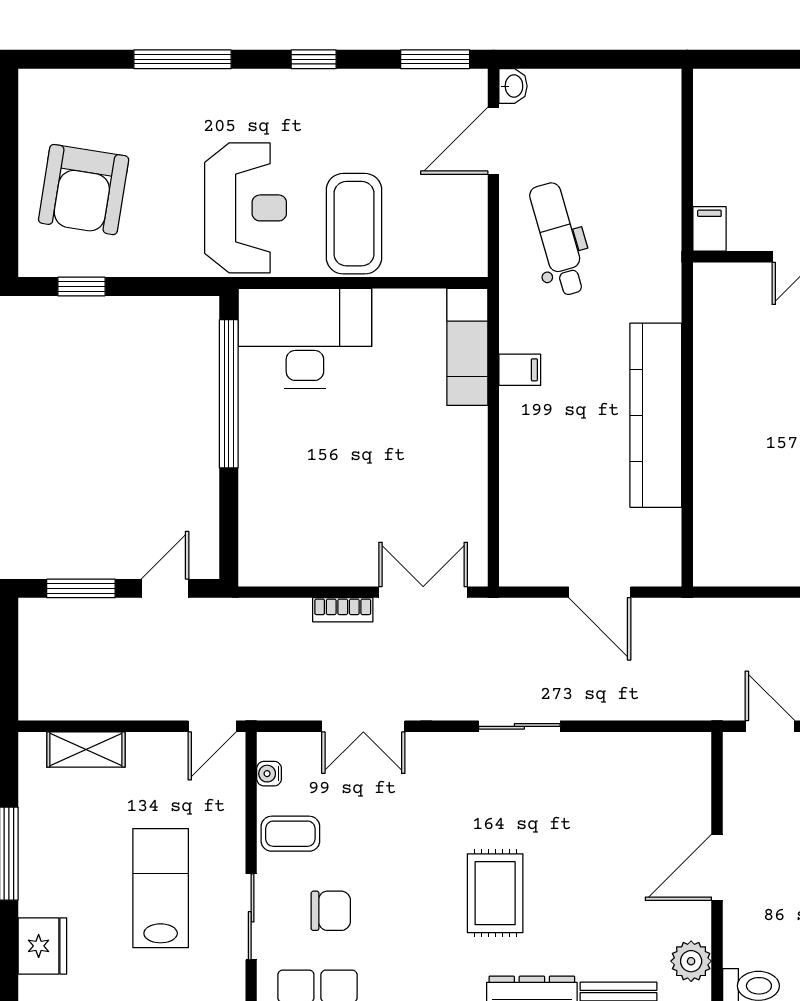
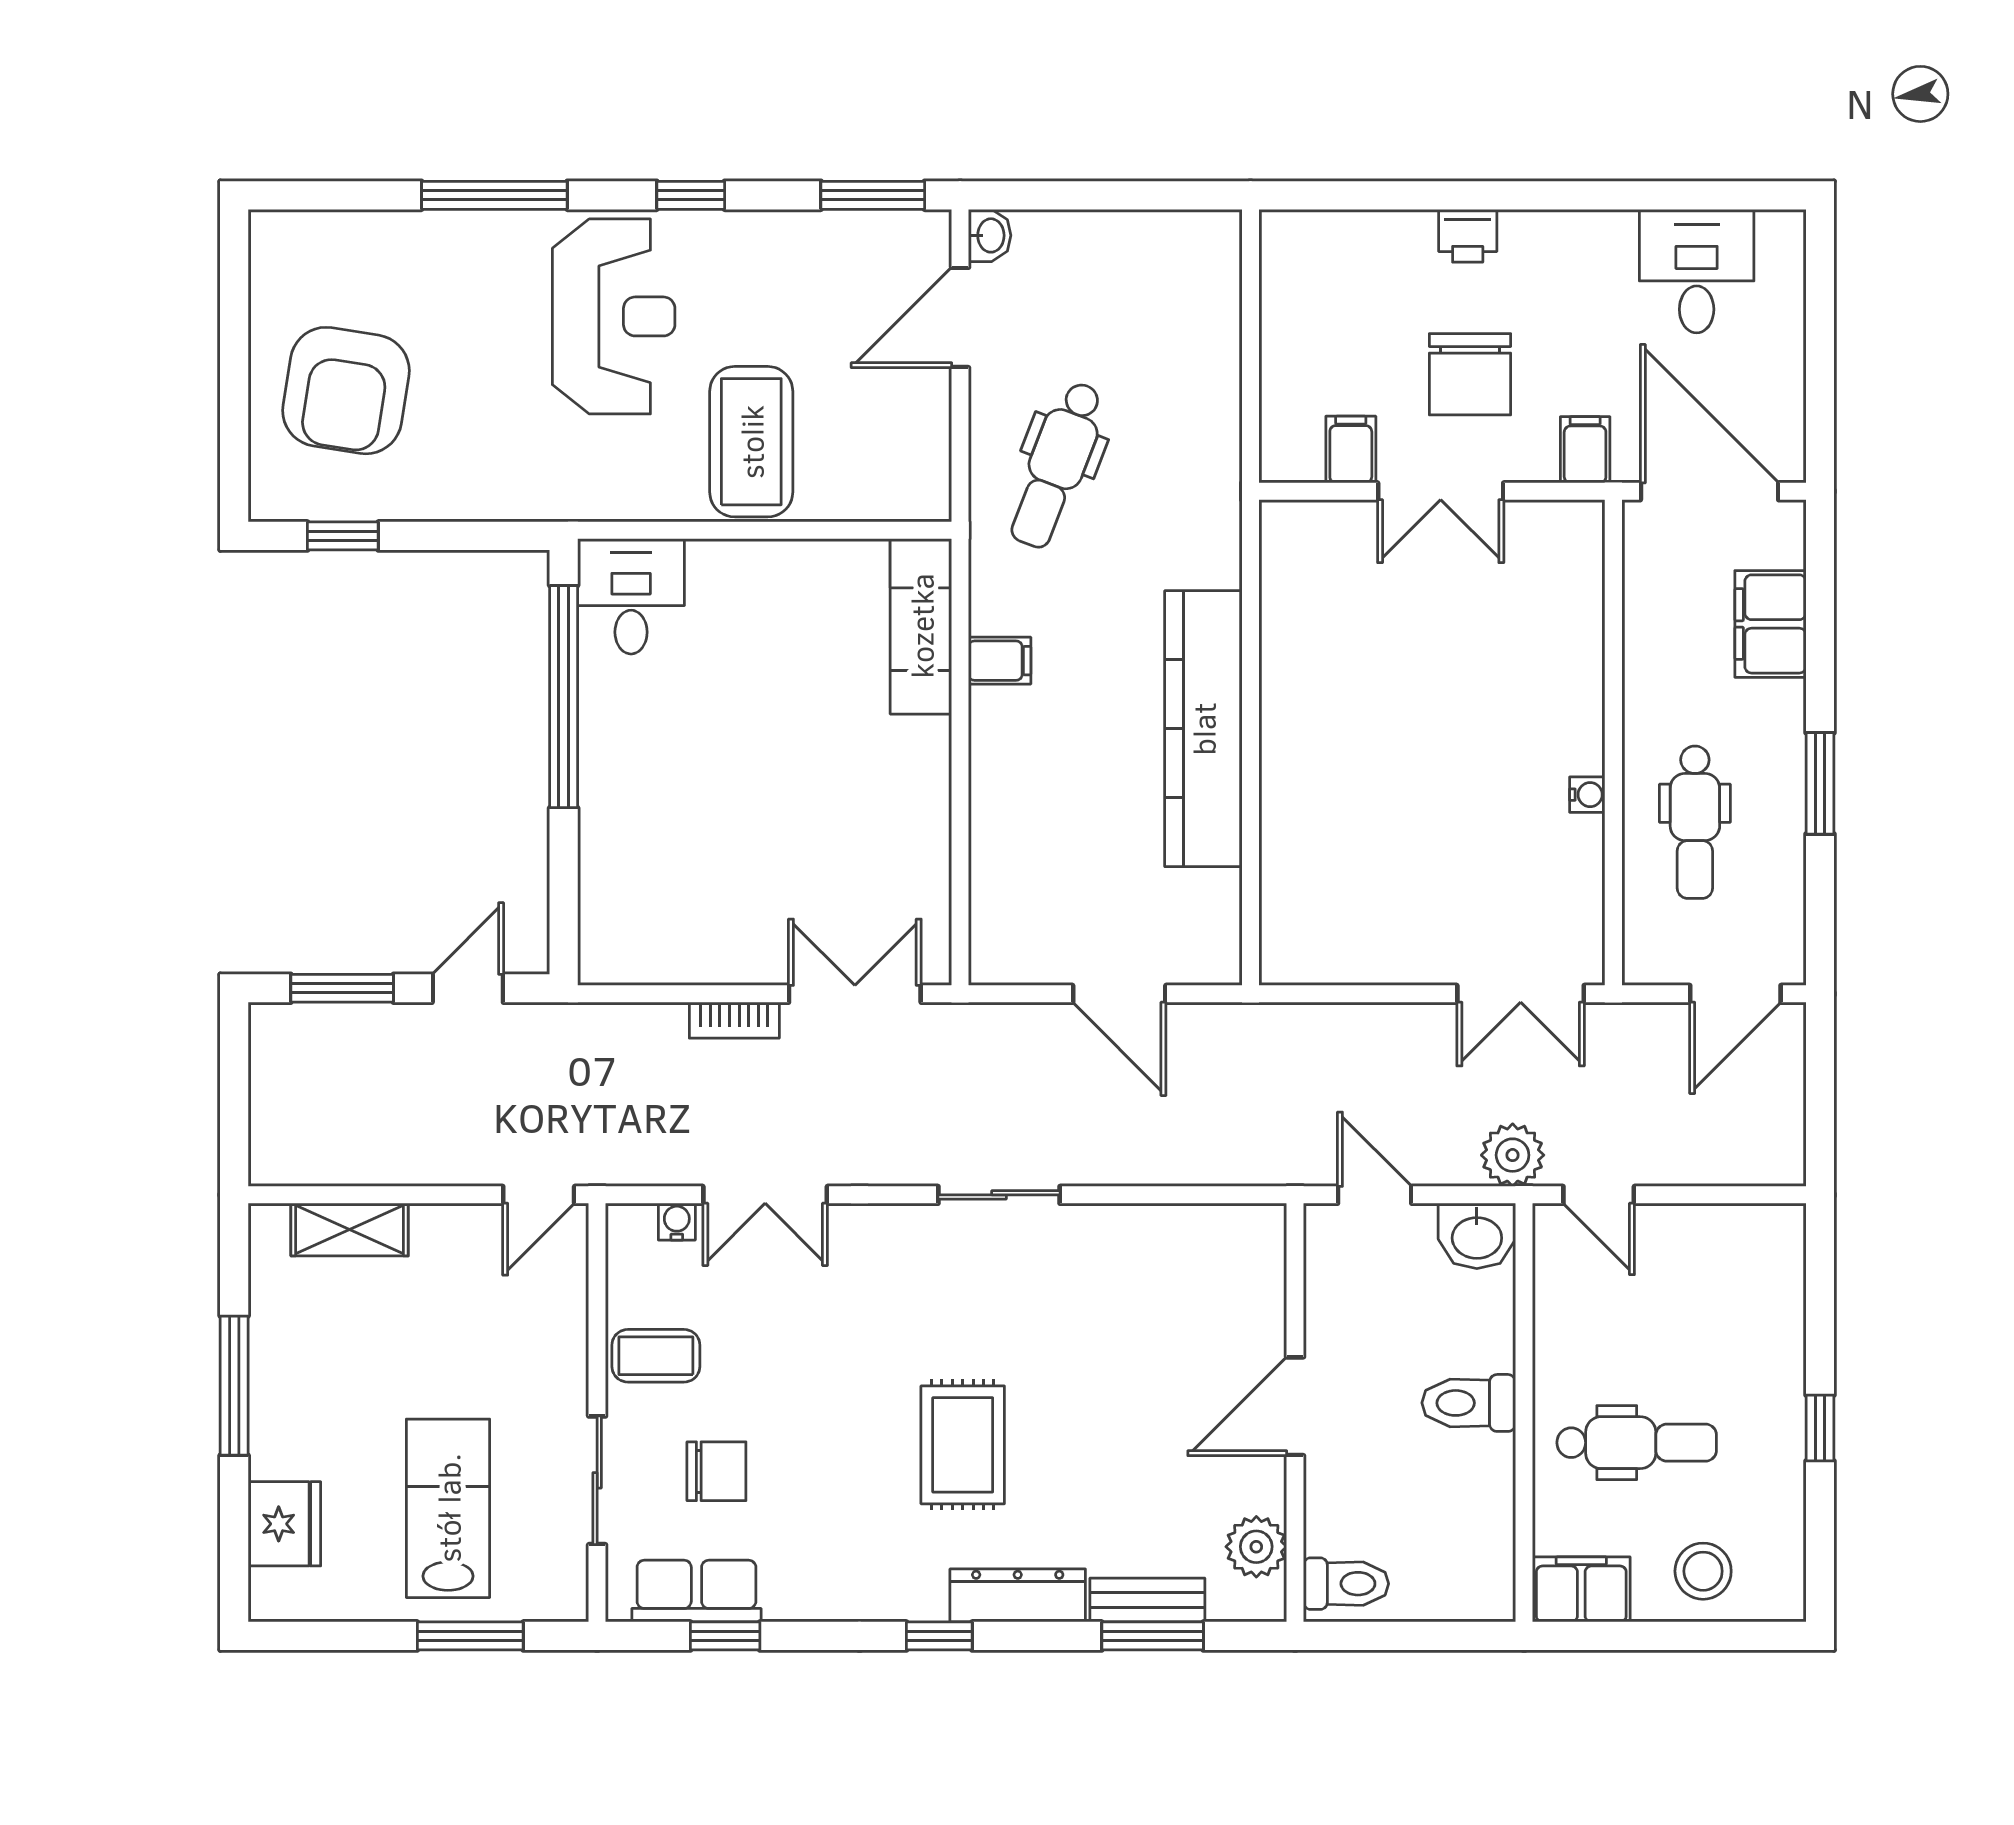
reception desk: (246, 208) -> (614, 316), moved
filing cabinet: (709, 229) -> (1351, 450), moved
dental chair: (558, 239) -> (1057, 465), turned -143
desk: (305, 338) -> (631, 596), width x0.53, depth x0.77
water cooler: (269, 774) -> (677, 1222), moved, turned 90
lab bench: (161, 888) -> (448, 1508), moved

